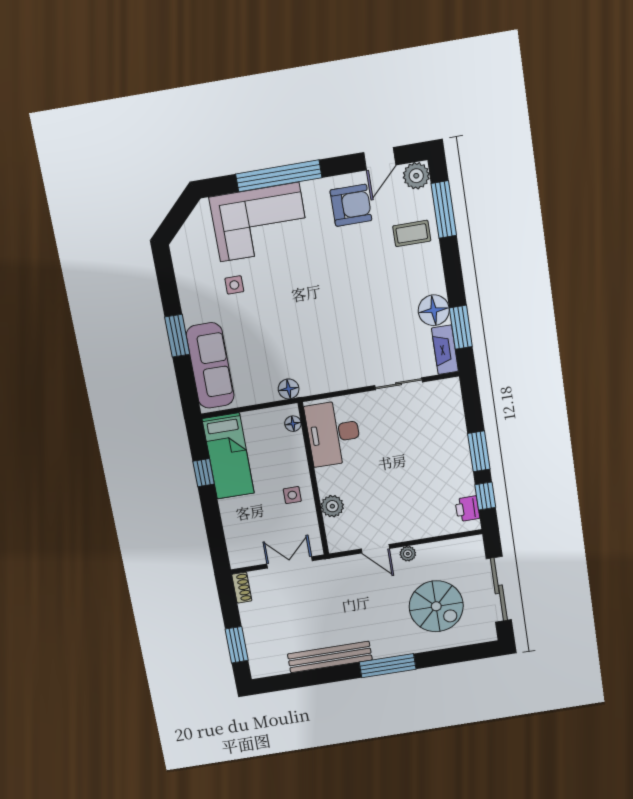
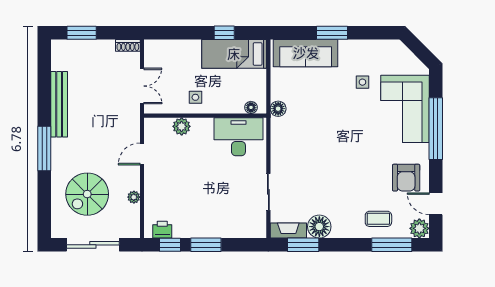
coffee table: (412, 233) -> (378, 219), turned 90
plant: (408, 554) -> (134, 197), moved

